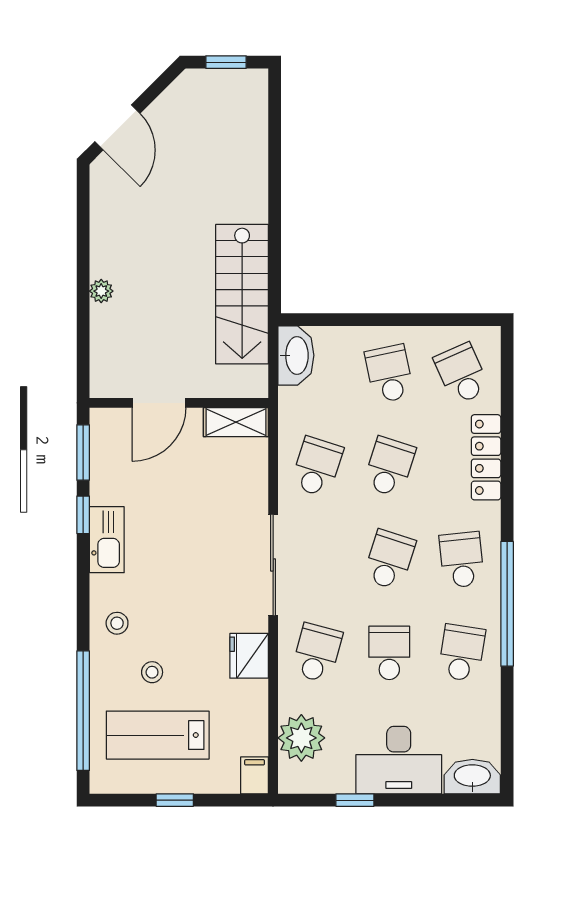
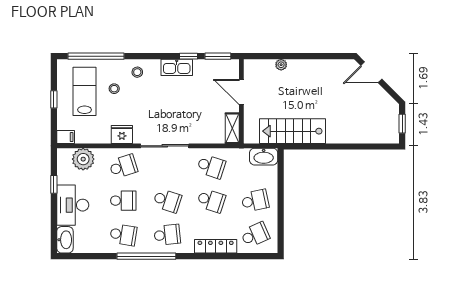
plant: (101, 291) -> (281, 65), moved
school desk: (317, 653) -> (123, 166), turned -33

